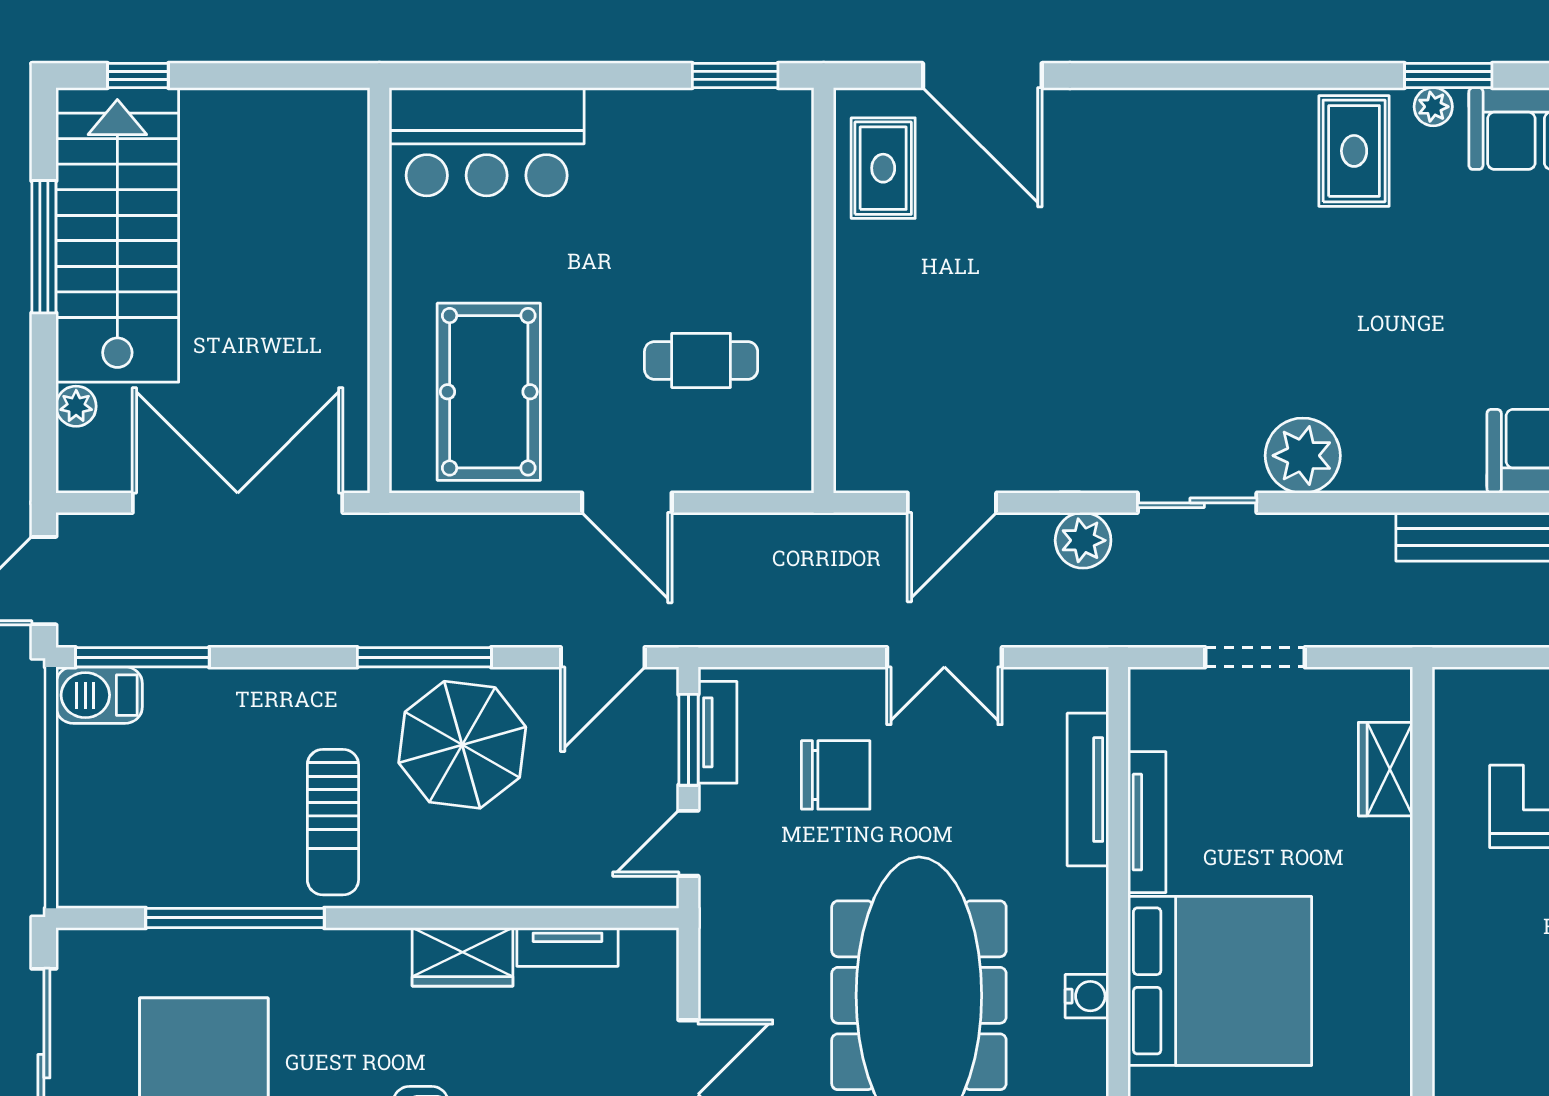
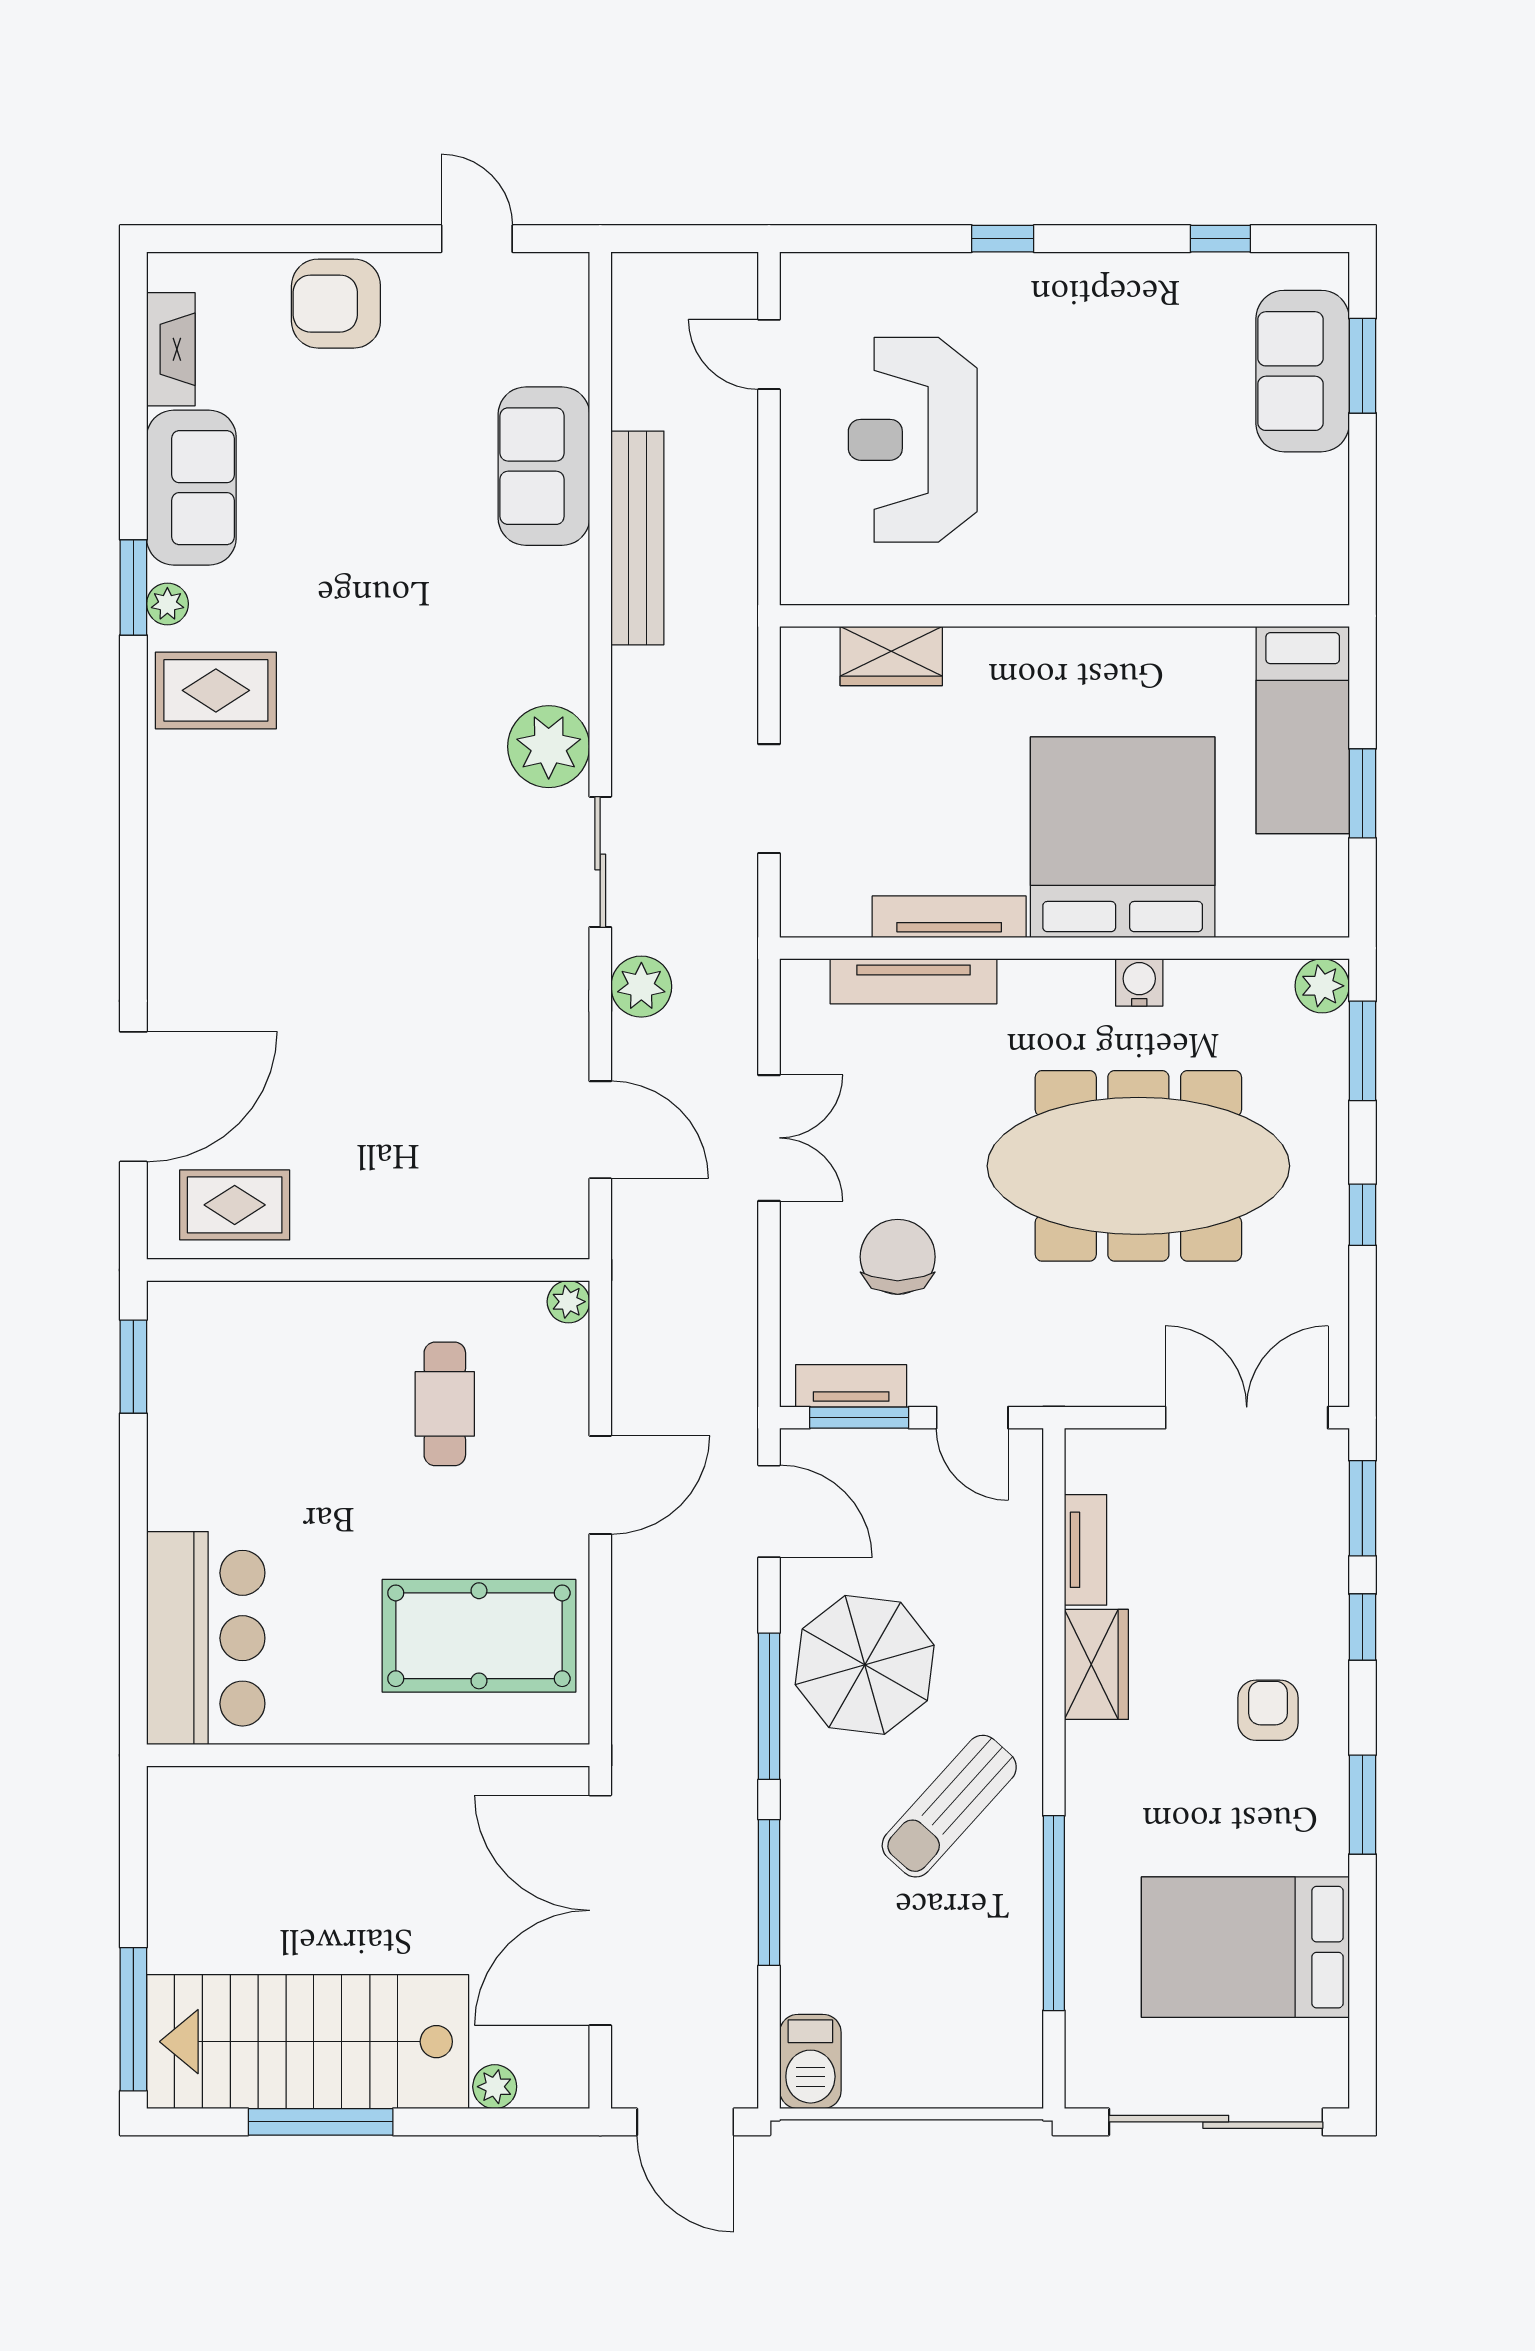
window: (138, 75) -> (133, 2019), width x2.17
plant: (795, 474) -> (568, 1302), added
window: (142, 657) -> (769, 1892), moved
sun lounger: (333, 822) -> (949, 1806), turned 132

